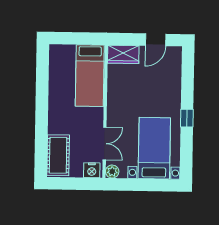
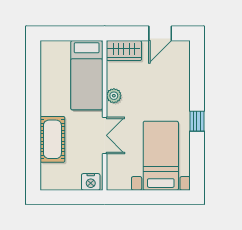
double door: (105, 144) -> (105, 135), moved
cot: (58, 155) -> (52, 139), moved
plant: (112, 172) -> (114, 96), moved

